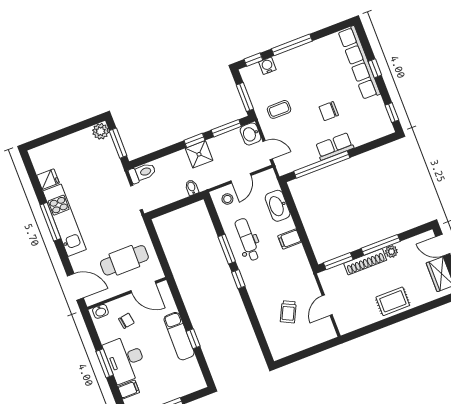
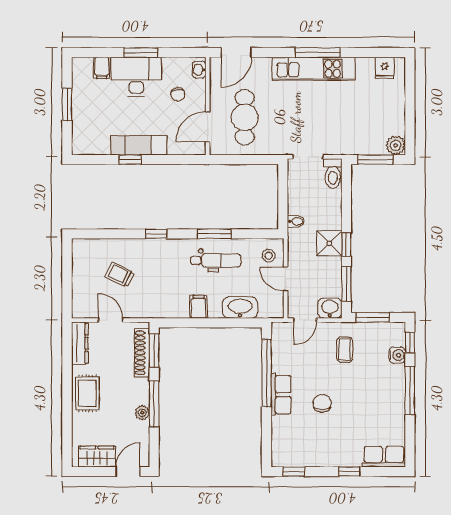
row of seats: (359, 63) -> (384, 457), width x0.50
fridge: (48, 179) -> (385, 68), moved
shoe rack: (365, 262) -> (142, 353), moved
window: (238, 279) -> (156, 234), moved
dresser: (355, 323) -> (80, 343), added

